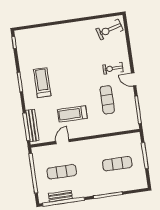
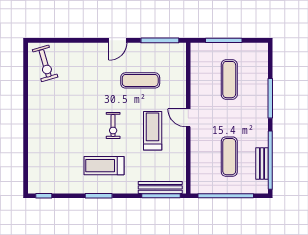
exercise bike: (113, 68) -> (113, 125), moved
treadmill: (72, 114) -> (153, 131), turned 180
door: (62, 142) -> (188, 118), moved

